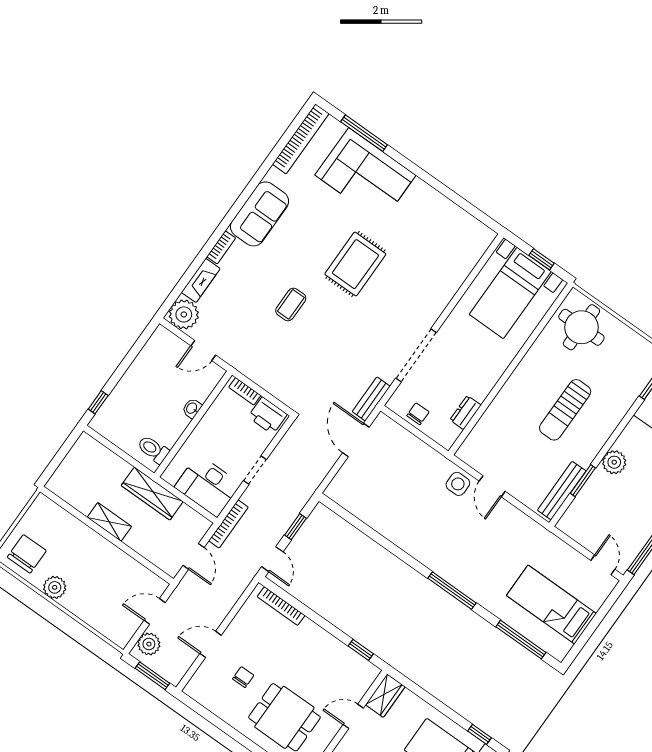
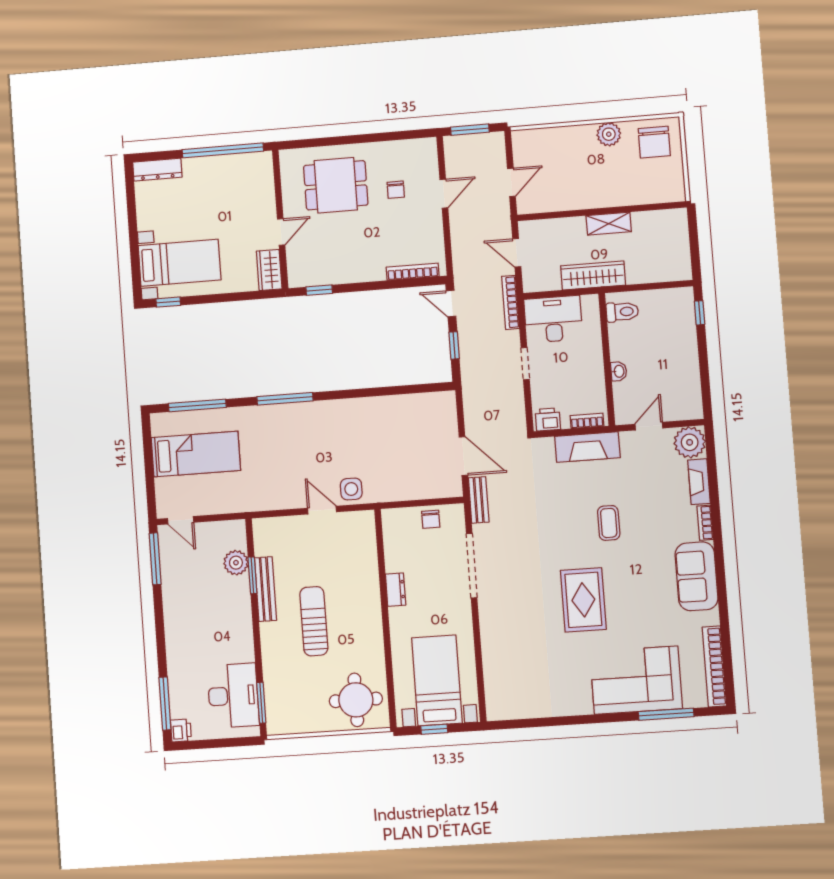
fireplace: (260, 372) -> (587, 447), added
dresser: (465, 413) -> (396, 590), moved
printer: (268, 416) -> (548, 419), width x0.73, depth x0.81
plant: (614, 462) -> (236, 563), moved
bench: (562, 491) -> (265, 589), moved
plant: (149, 644) -> (494, 153), removed

